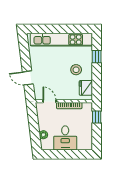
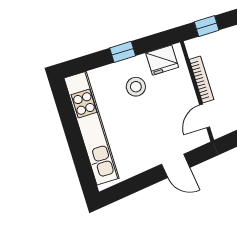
window: (97, 57) -> (123, 52), moved
door: (28, 78) -> (176, 166), hinge flipped

